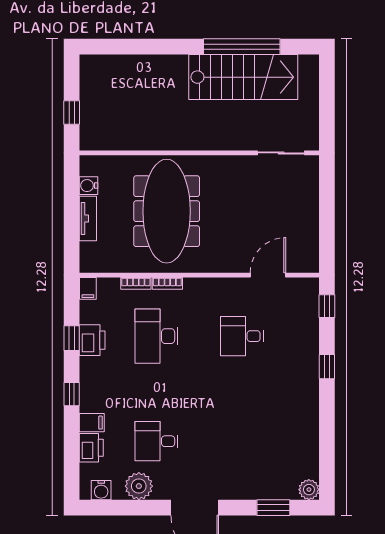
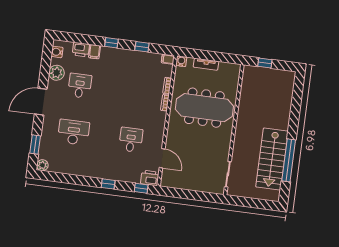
water cooler: (88, 186) -> (181, 61), moved
desk: (157, 336) -> (74, 132), moved
printer: (92, 340) -> (150, 178), moved, turned 180

